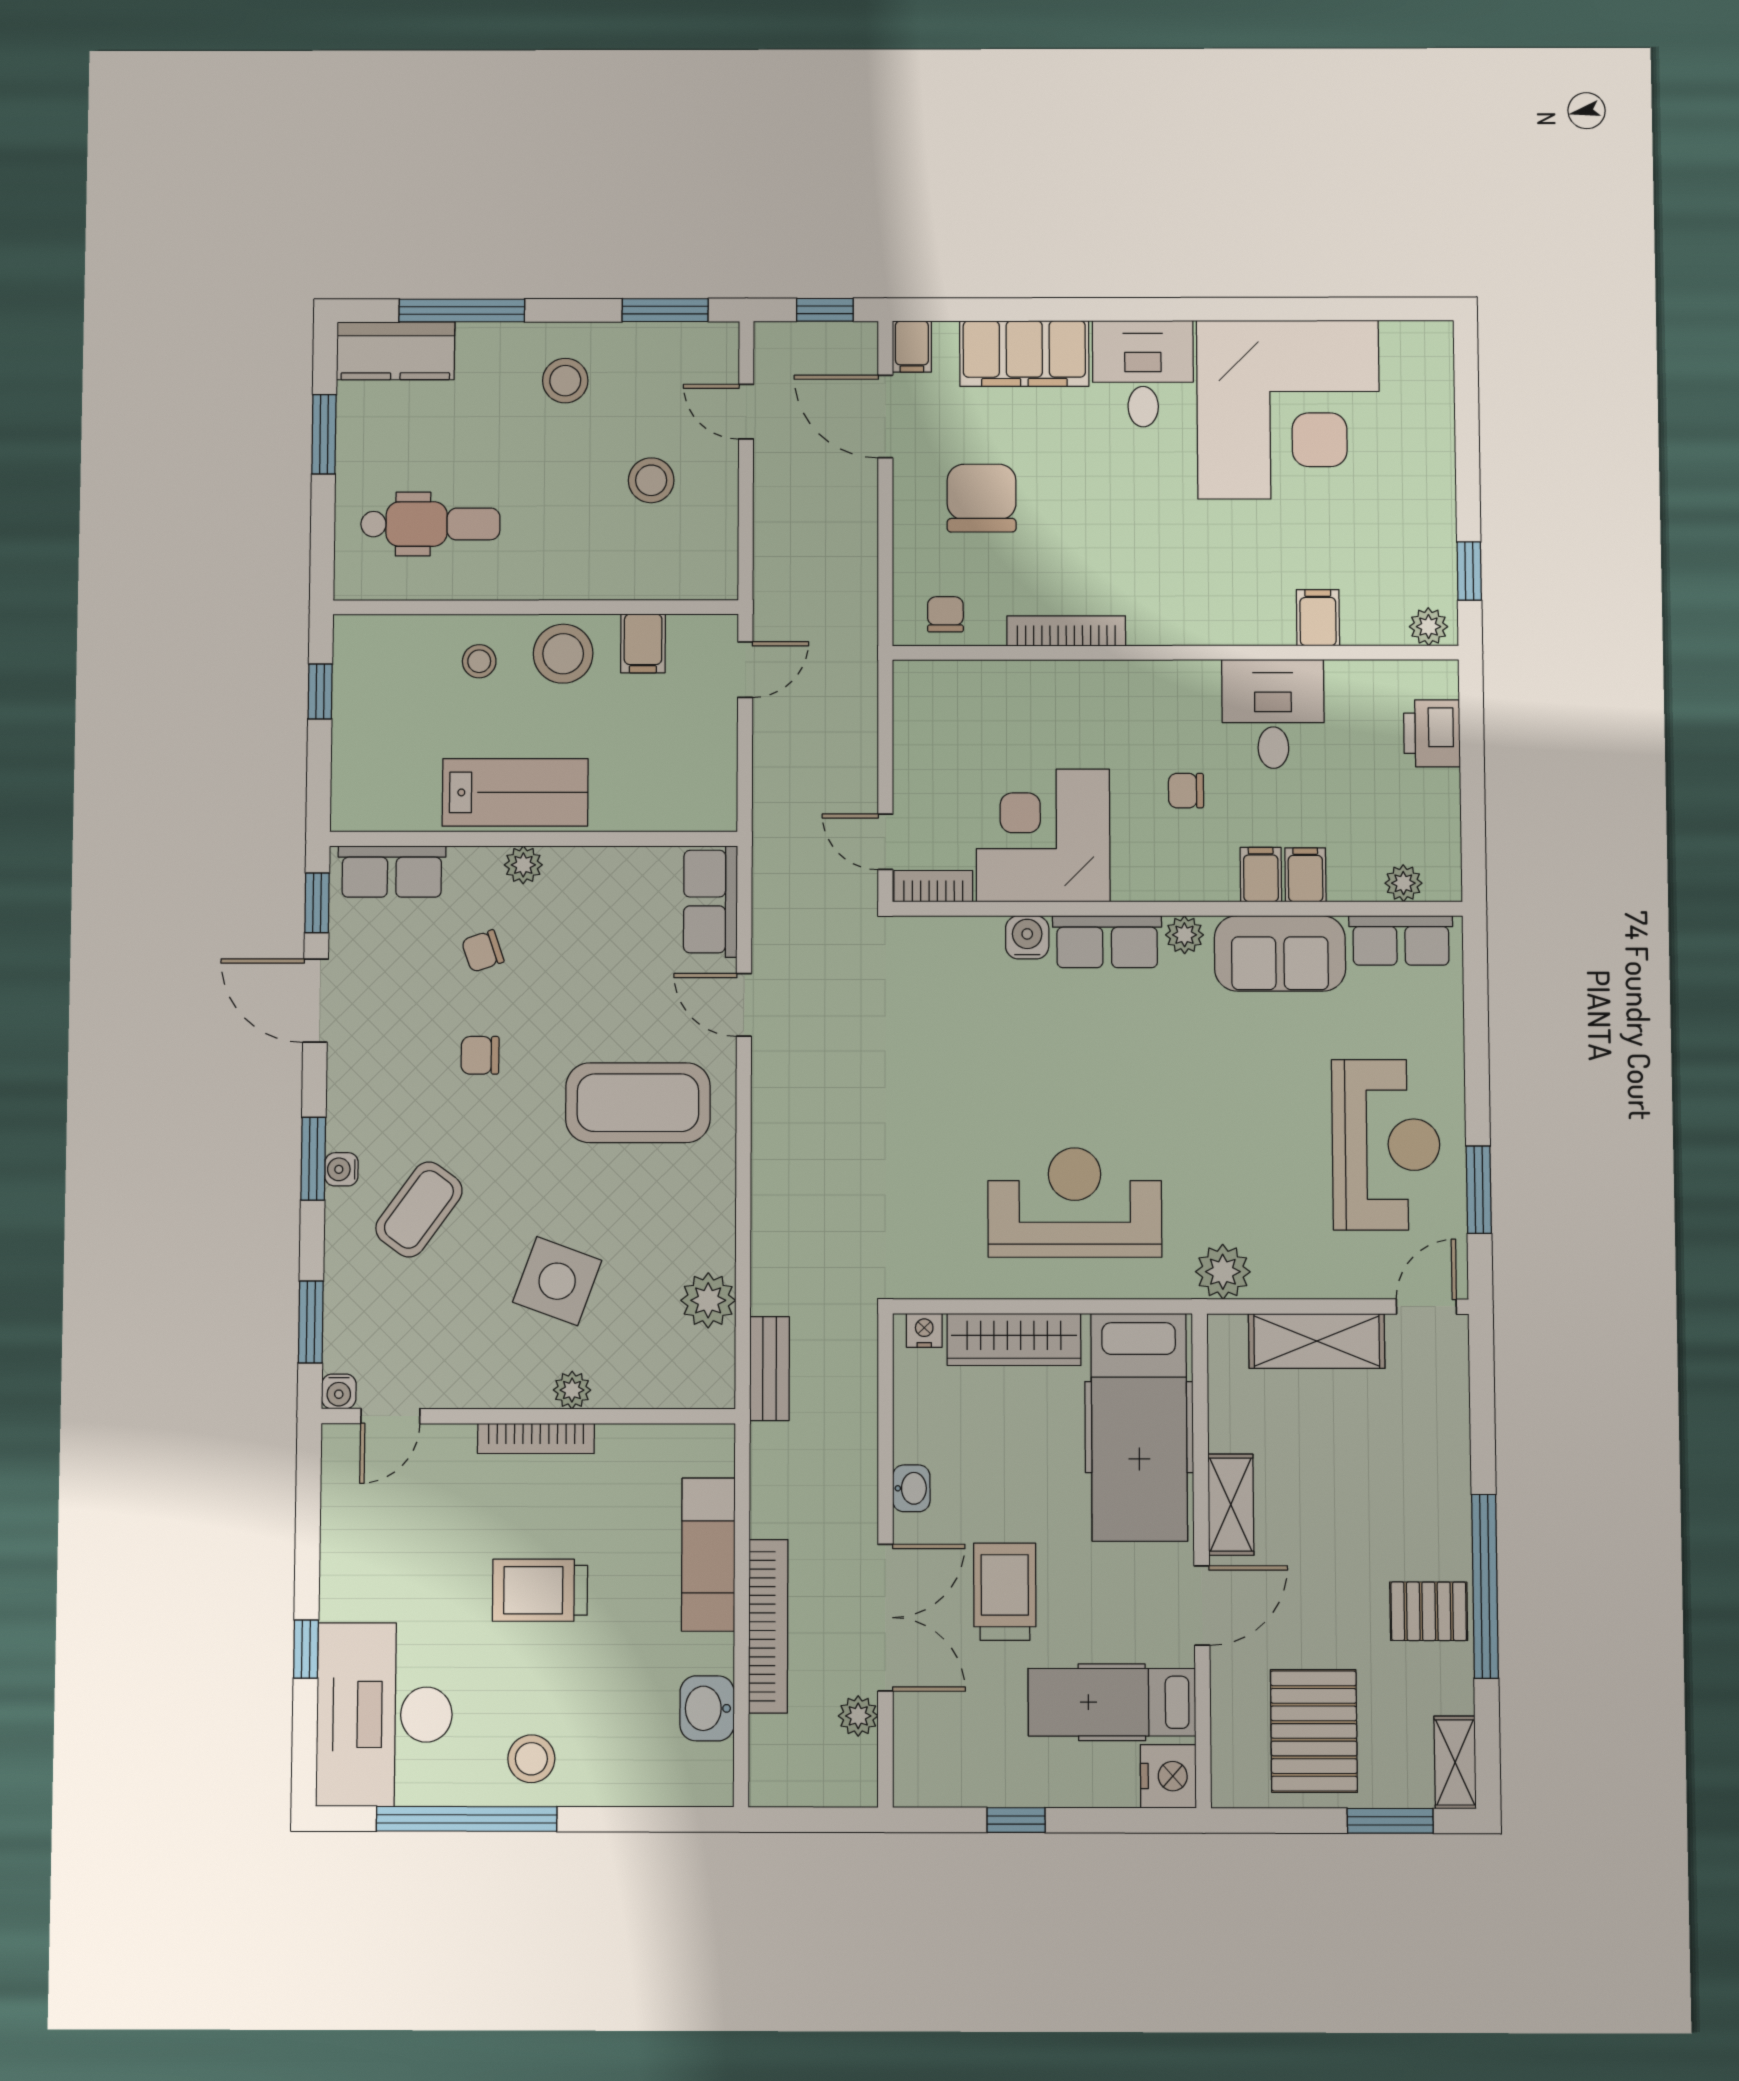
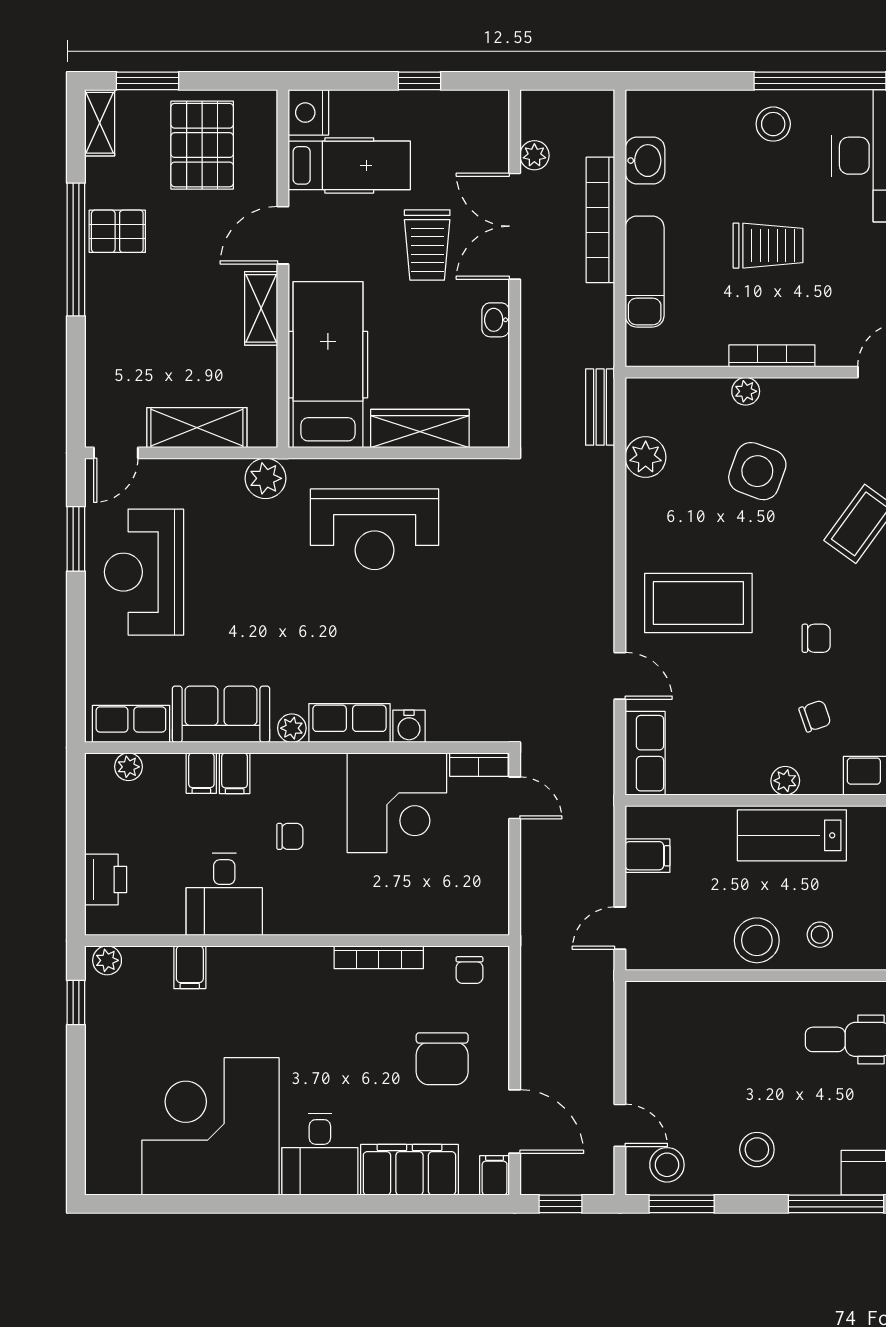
stool: (651, 480) -> (667, 1165), moved
filing cabinet: (643, 643) -> (647, 856), moved, turned 90
nightstand: (924, 1330) -> (486, 435), removed

